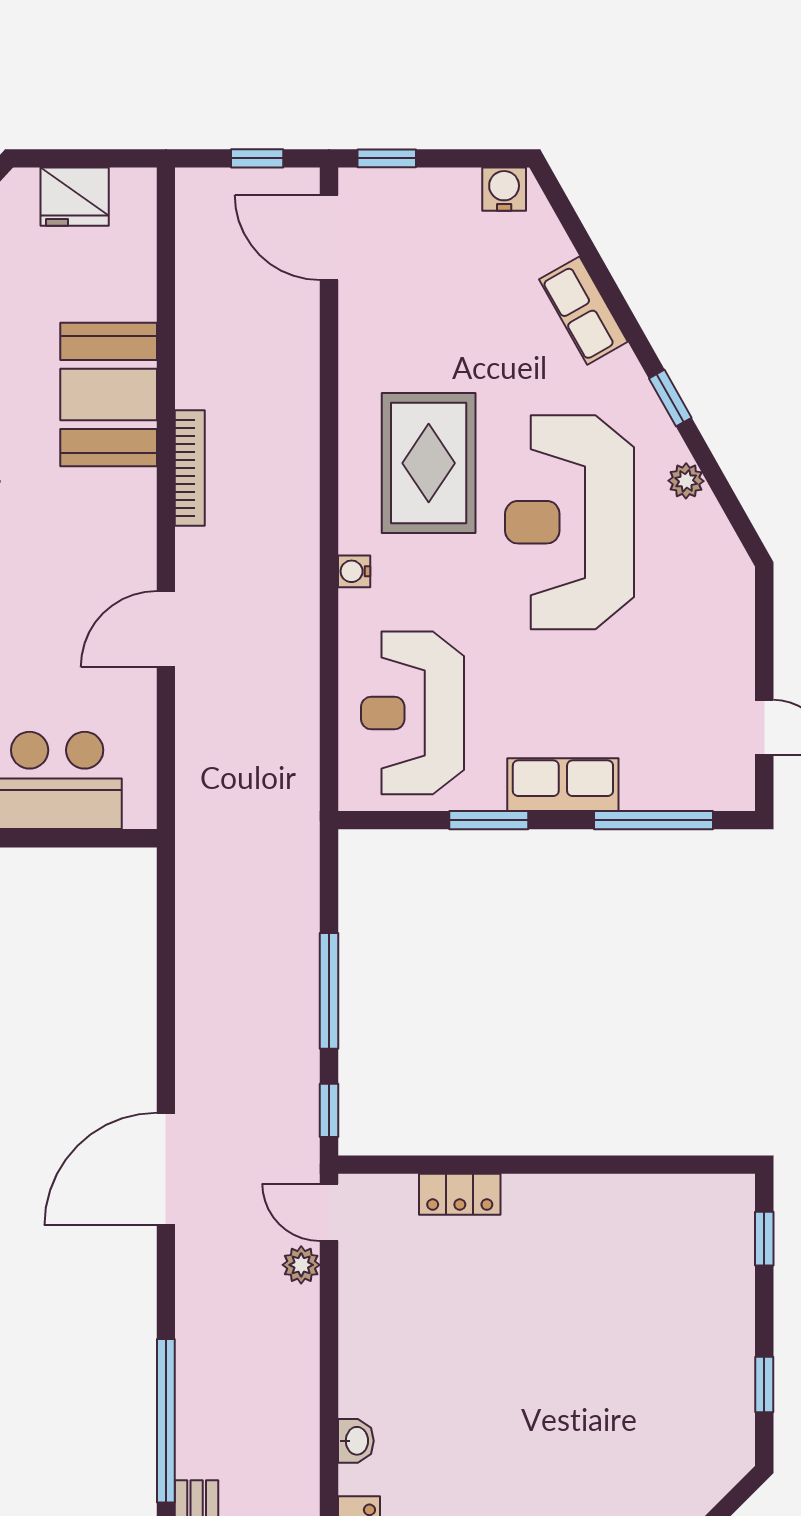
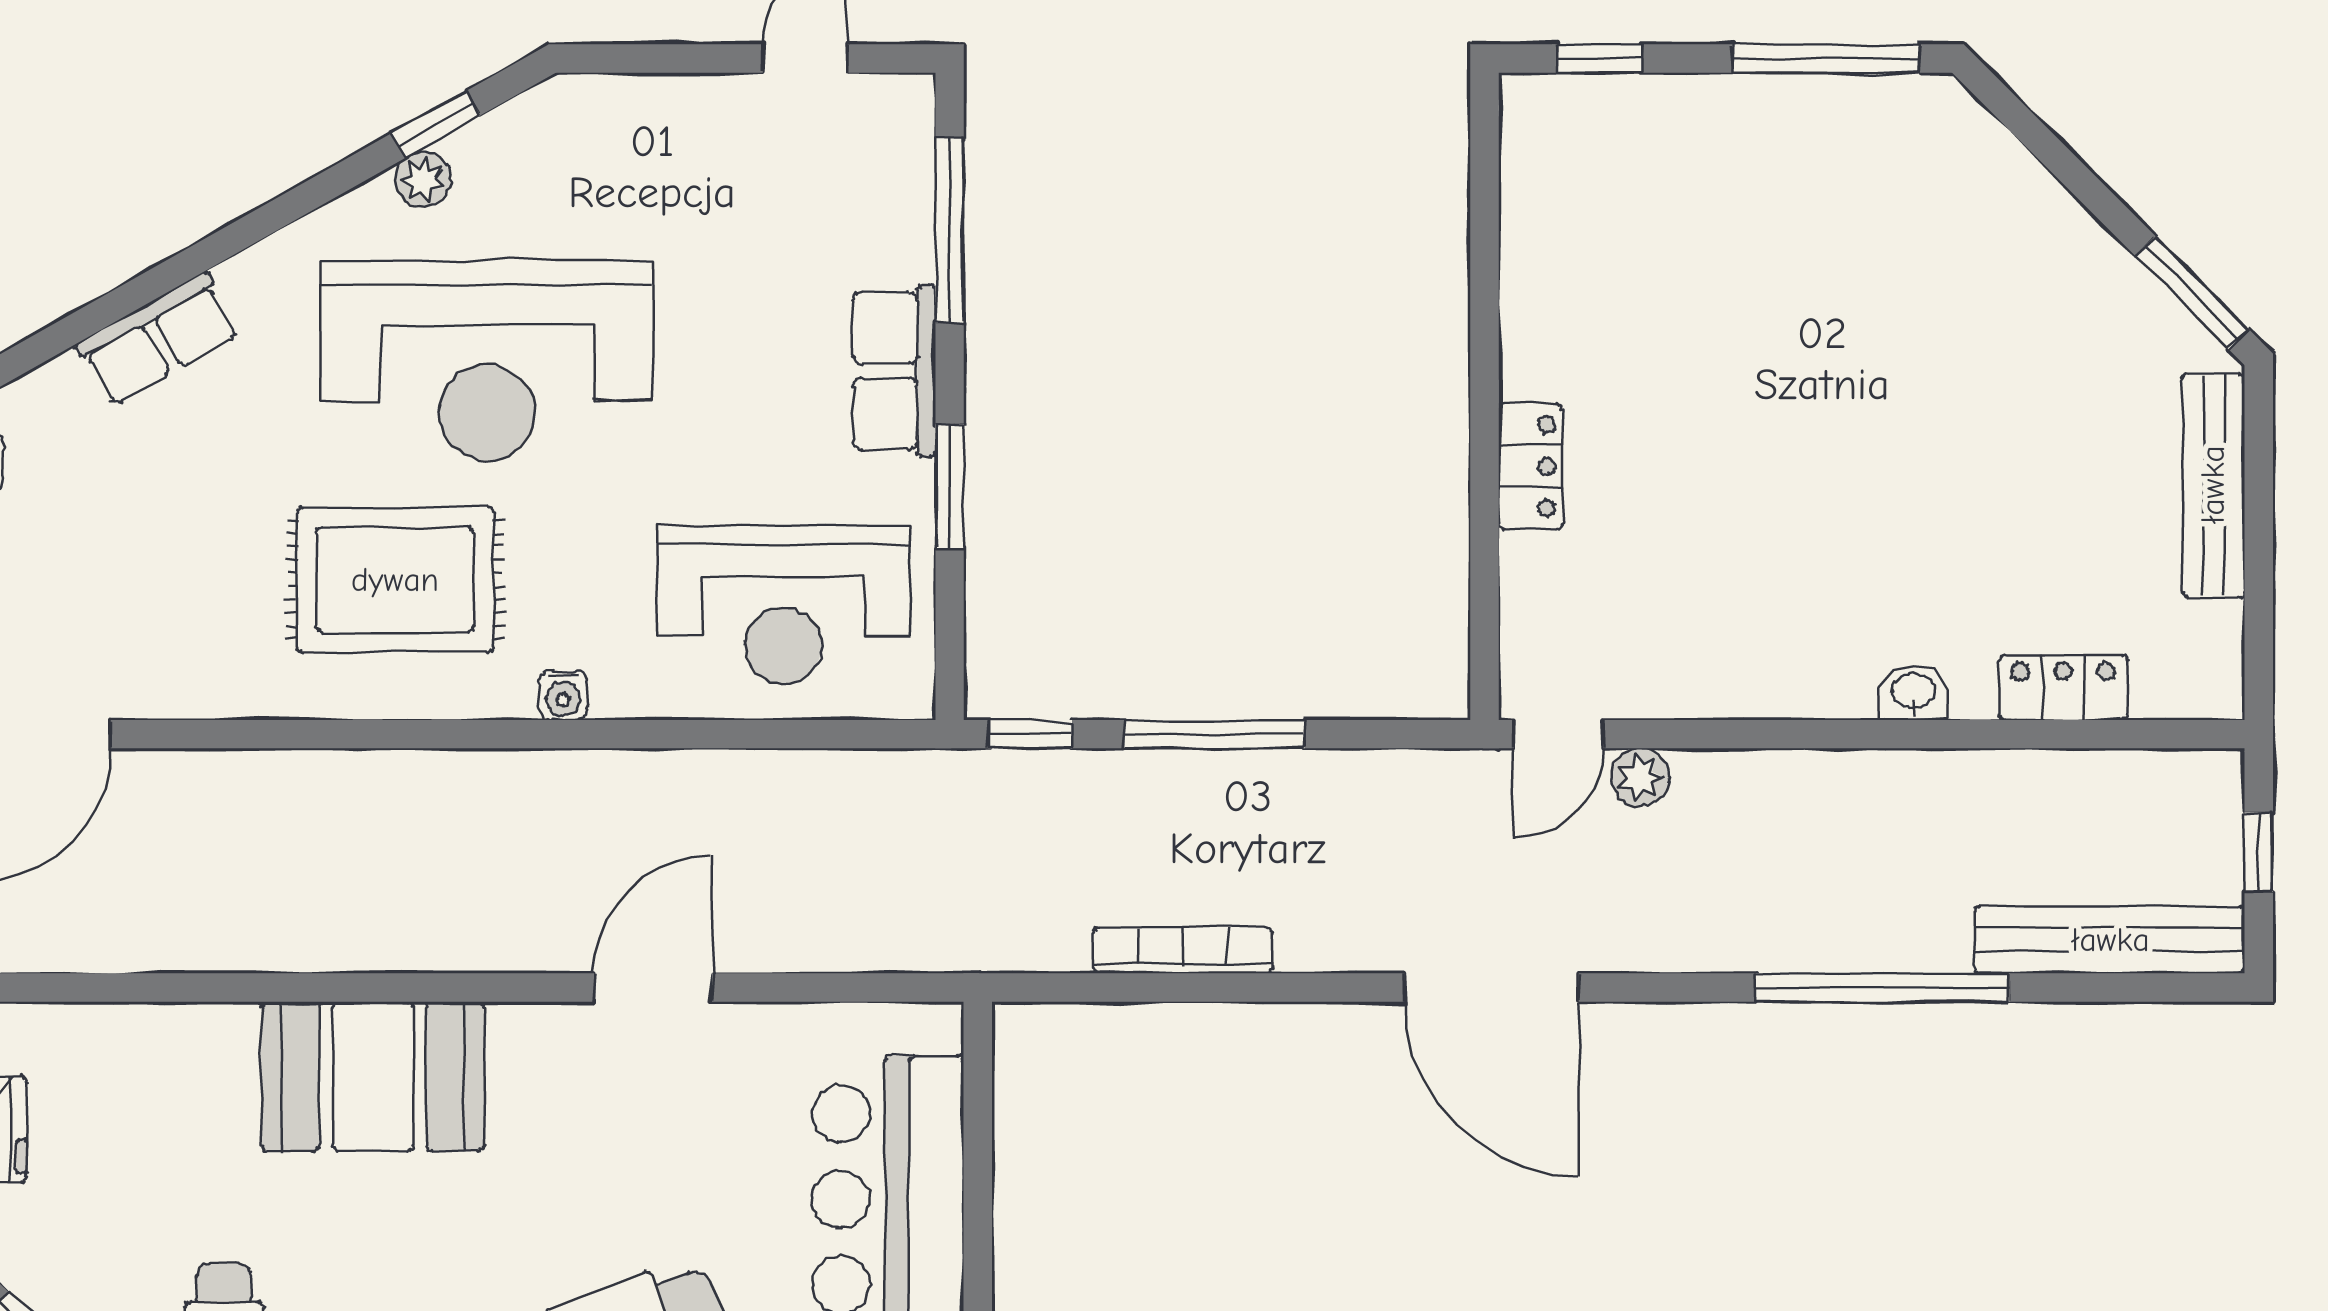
booth: (109, 395) -> (373, 1076), moved
window: (670, 398) -> (436, 124), moved
bookcase: (190, 468) -> (1183, 950), moved
door: (166, 629) -> (653, 988), swing flipped
window: (329, 1110) -> (1030, 734), moved
locker: (460, 1194) -> (1531, 466), moved
window: (764, 1384) -> (1826, 58), width x2.17

